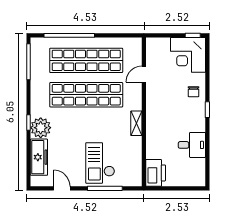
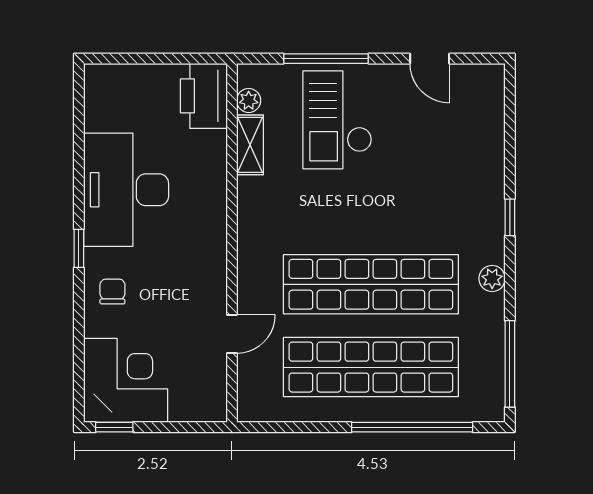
shelving: (136, 123) -> (250, 145), moved
plant: (41, 128) -> (492, 278), moved, width x0.53, depth x0.53
desk: (192, 145) -> (126, 190), width x1.87, depth x1.30
freezer: (39, 157) -> (485, 134), removed
checkout: (100, 163) -> (337, 120), turned 180
plant: (137, 171) -> (249, 100), added

